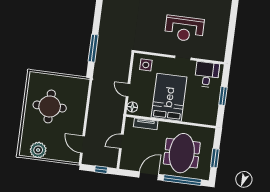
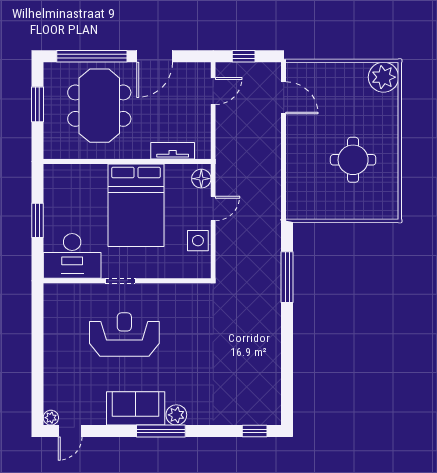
side table: (146, 65) -> (198, 241), moved
desk: (207, 75) -> (72, 256), width x1.37
door: (128, 90) -> (213, 208), hinge flipped
round table: (50, 106) -> (353, 160), width x0.73, depth x0.73
door: (121, 141) -> (213, 91), moved
plant: (38, 150) -> (383, 77), moved

